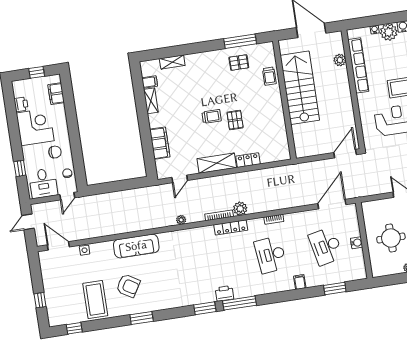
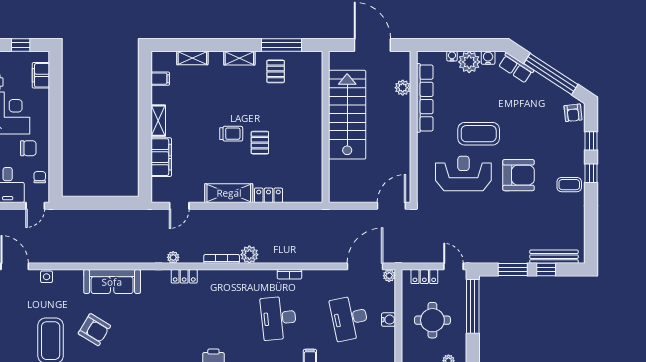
shelving: (209, 56) -> (239, 58), added
pallet: (239, 63) -> (276, 71), turned 90
trolley: (269, 76) -> (311, 94), removed
shelving: (151, 101) -> (158, 121), moved
locker: (379, 205) -> (424, 277), added
plant: (352, 208) -> (389, 276), added
locker: (231, 227) -> (184, 276), moved, width x0.66

